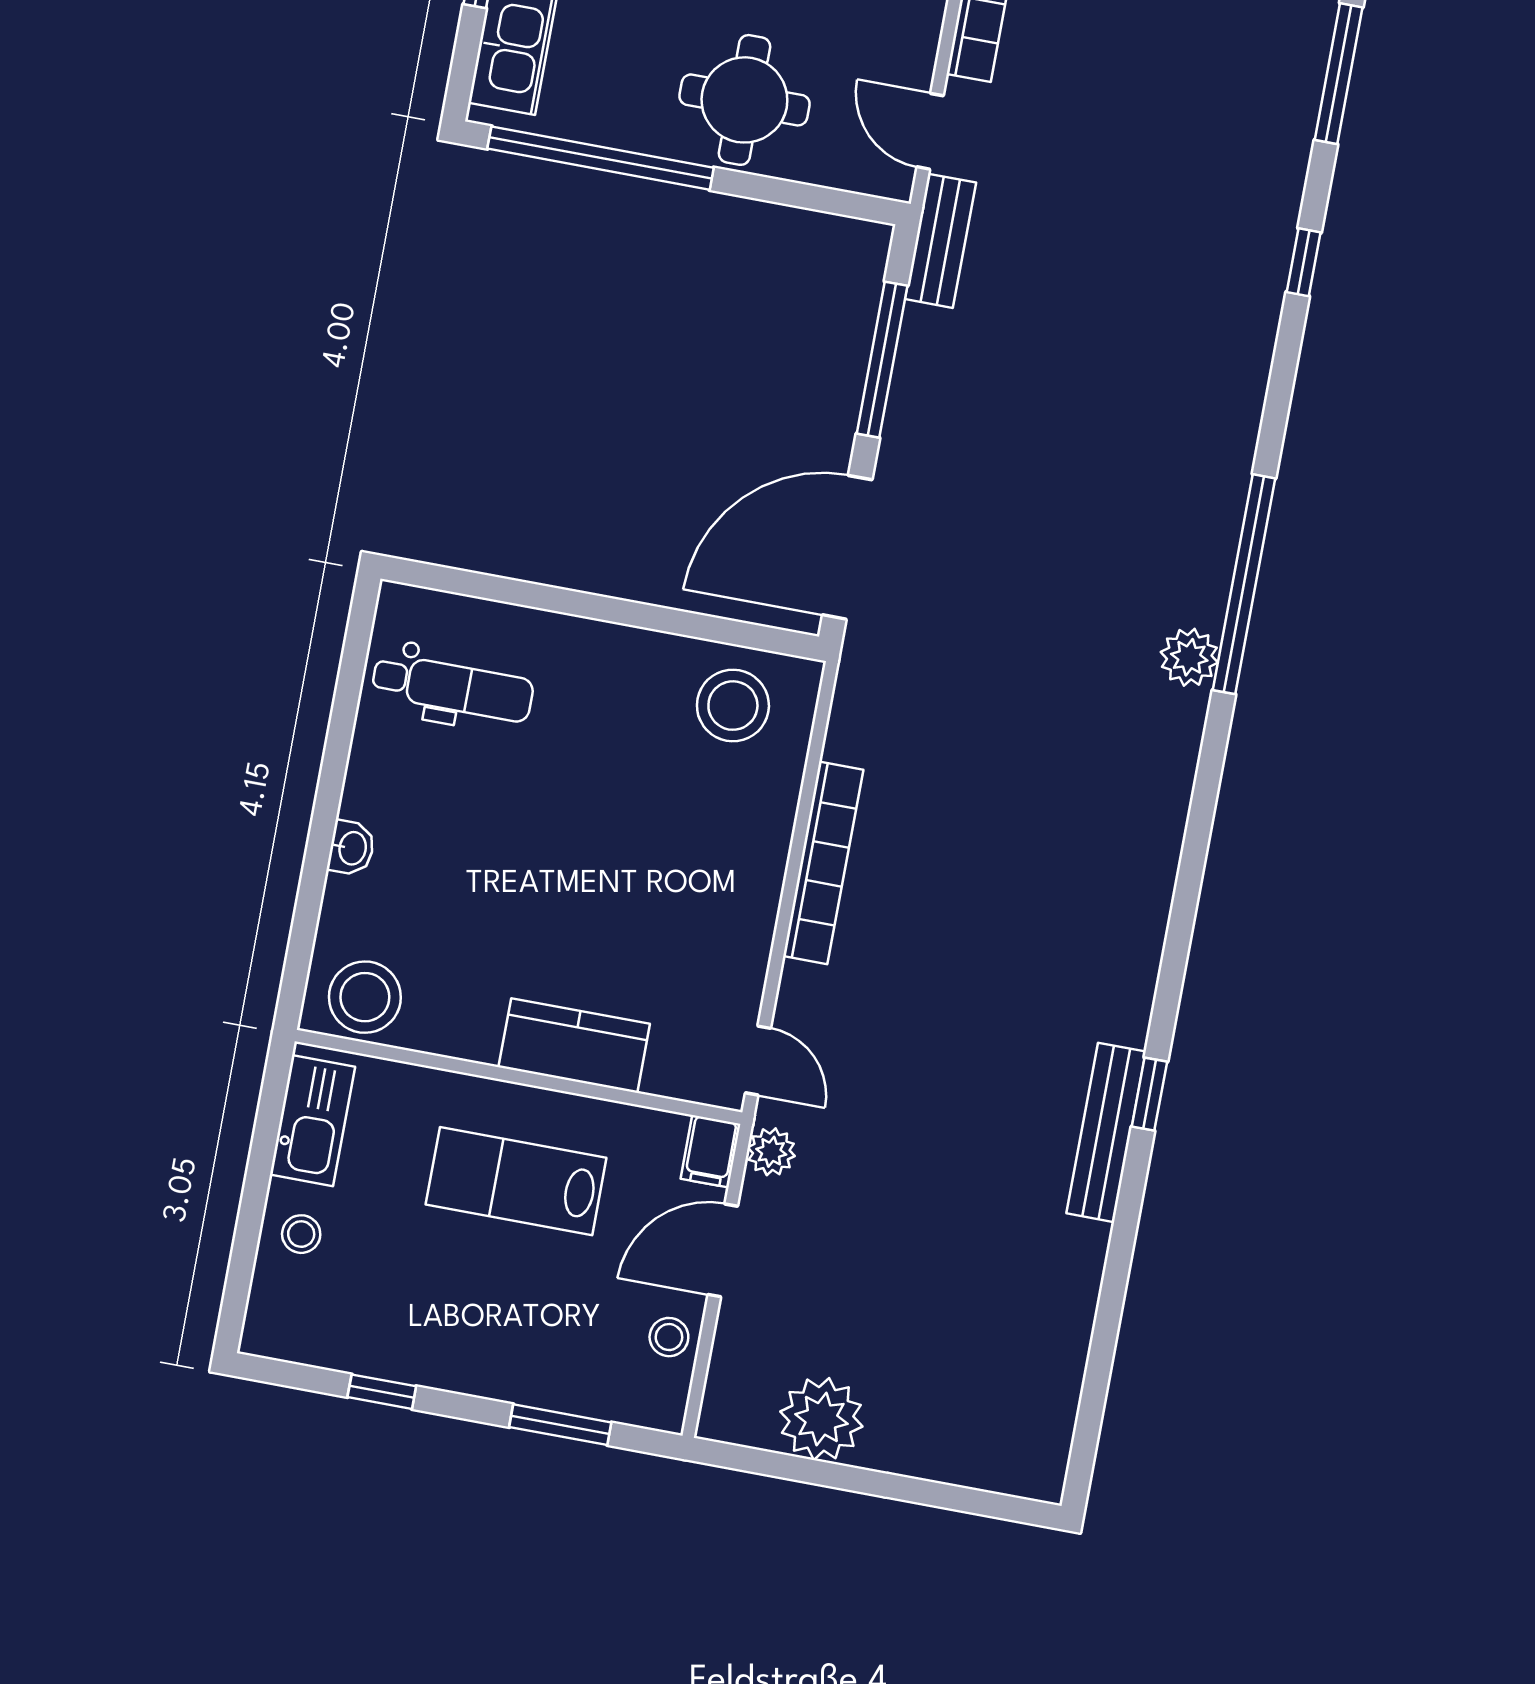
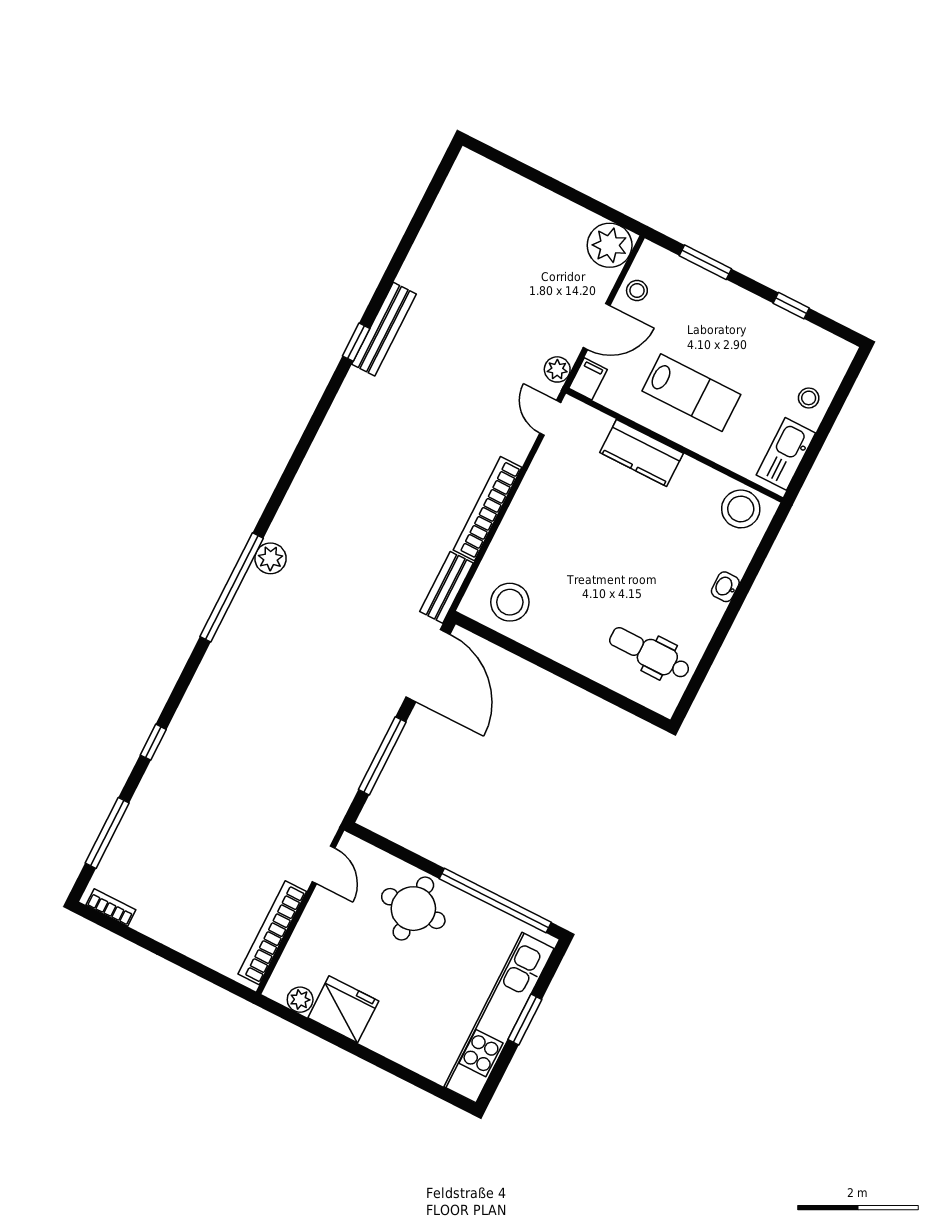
bench: (940, 241) -> (446, 587), moved
door: (847, 547) -> (428, 666), hinge flipped
plant: (821, 1419) -> (610, 245), moved

